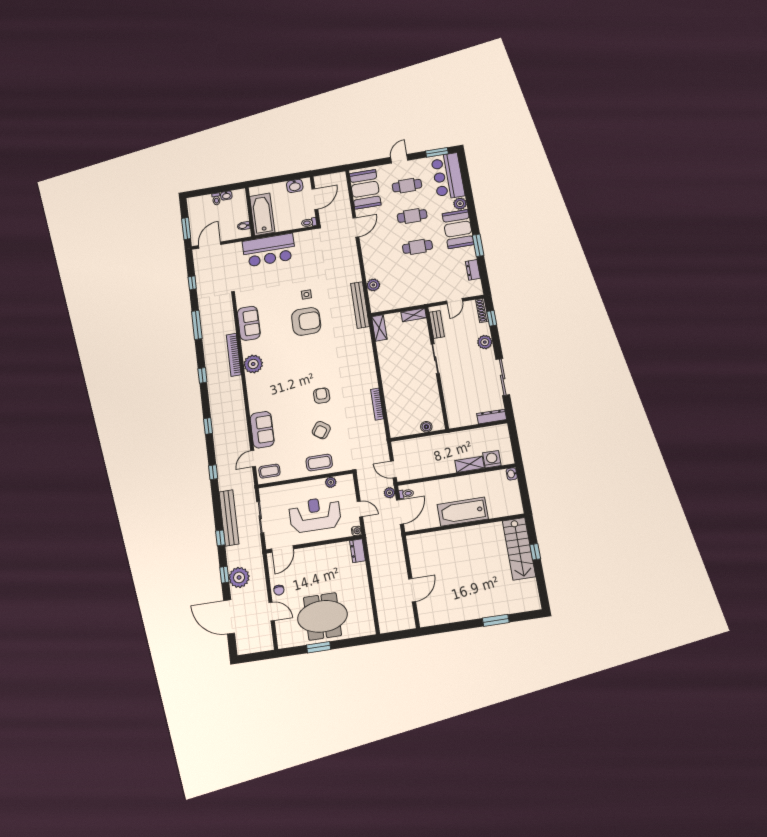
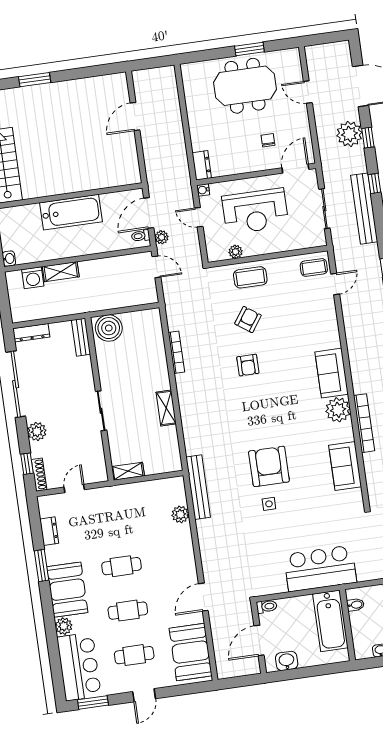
armchair: (306, 321) -> (269, 466), turned 90
bench: (437, 325) -> (81, 337), moved
shelving: (379, 328) -> (166, 408), moved
sliding door: (503, 377) -> (16, 384), width x1.36
boiler: (426, 427) -> (109, 328), width x1.86, depth x1.86
sofa: (262, 430) -> (332, 373), moved
chair: (279, 590) -> (268, 140), moved

